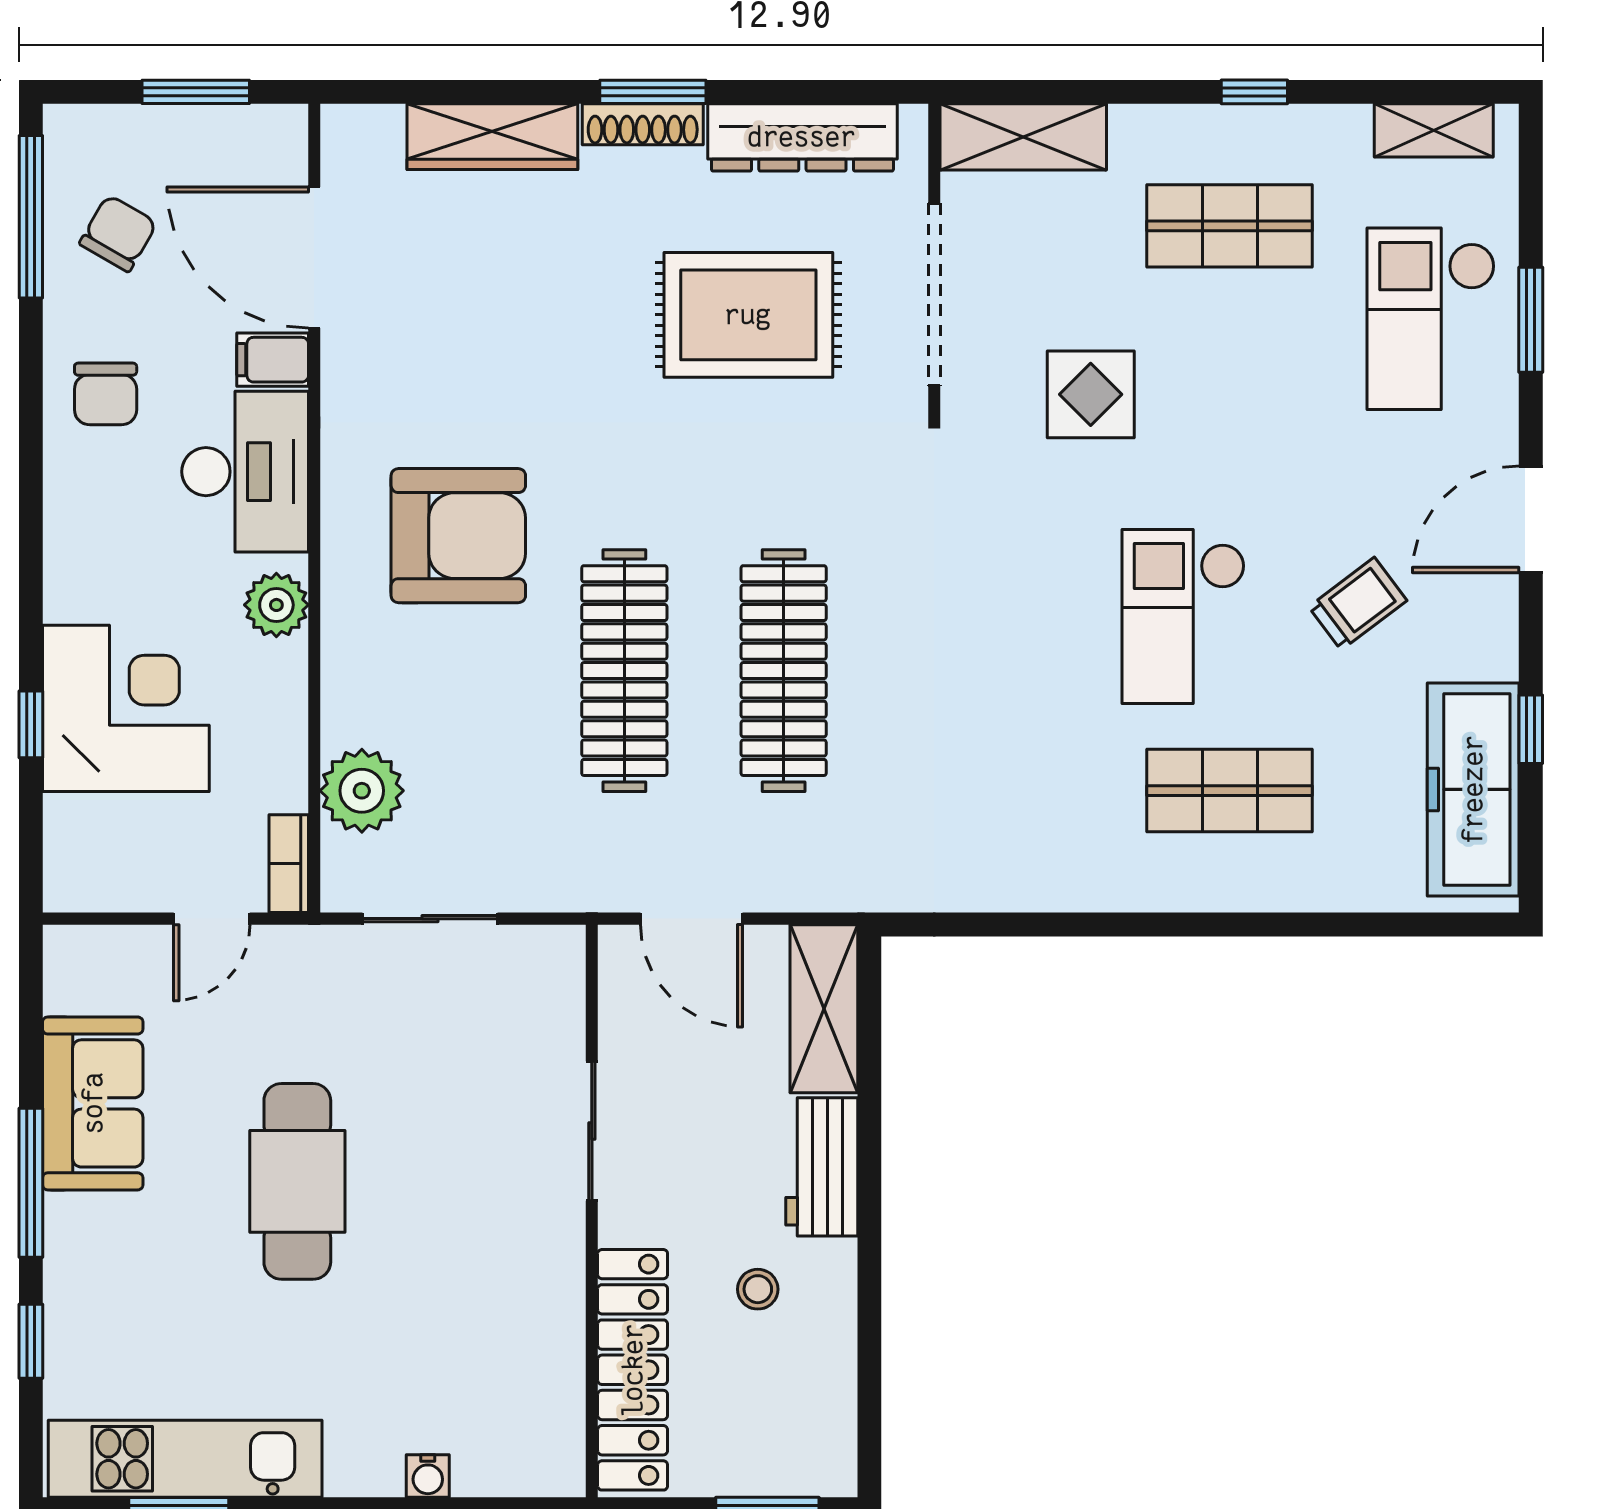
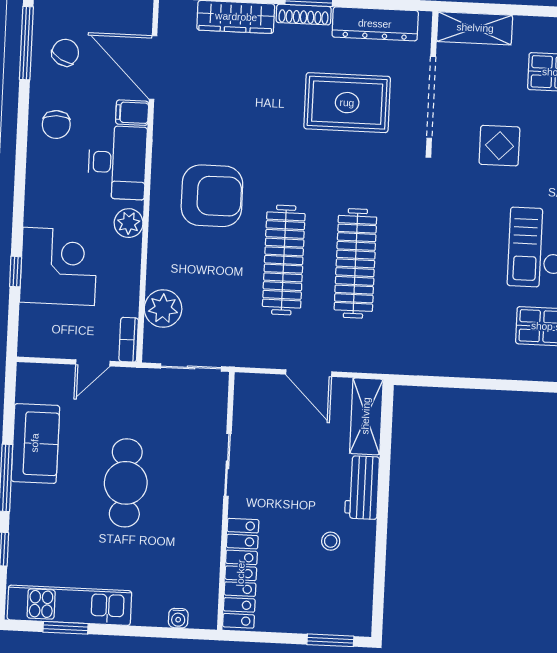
sliding door: (592, 1131) -> (227, 465), moved
wall: (592, 1211) -> (226, 501), moved
locker: (633, 1370) -> (241, 573), moved

